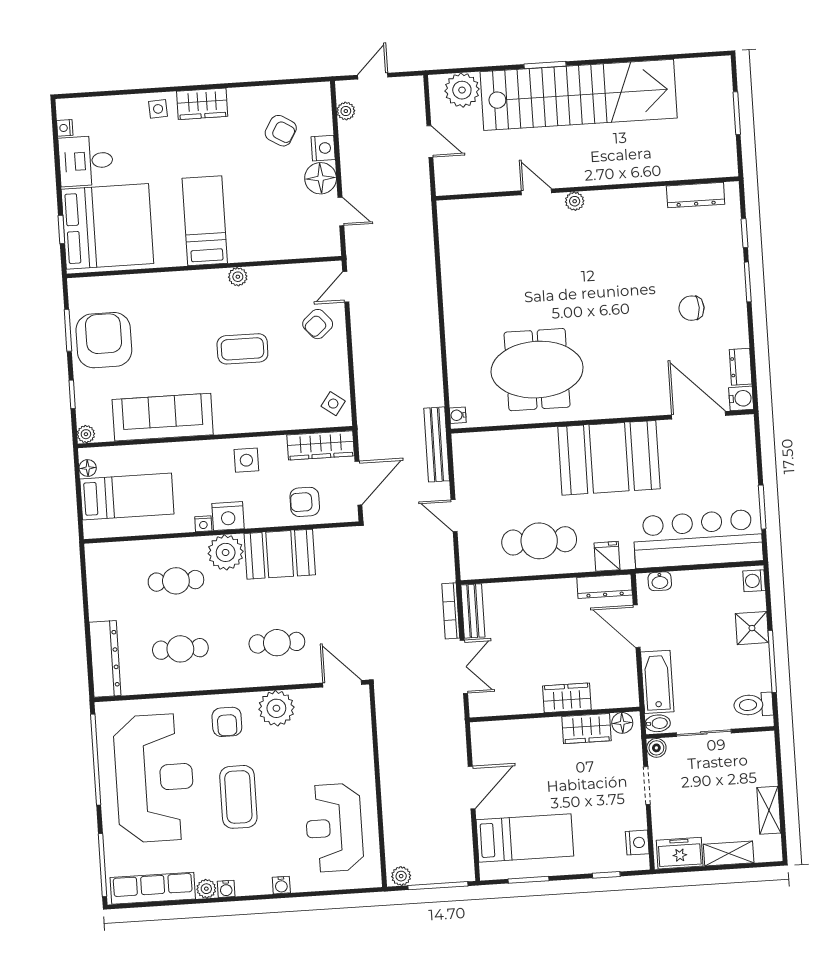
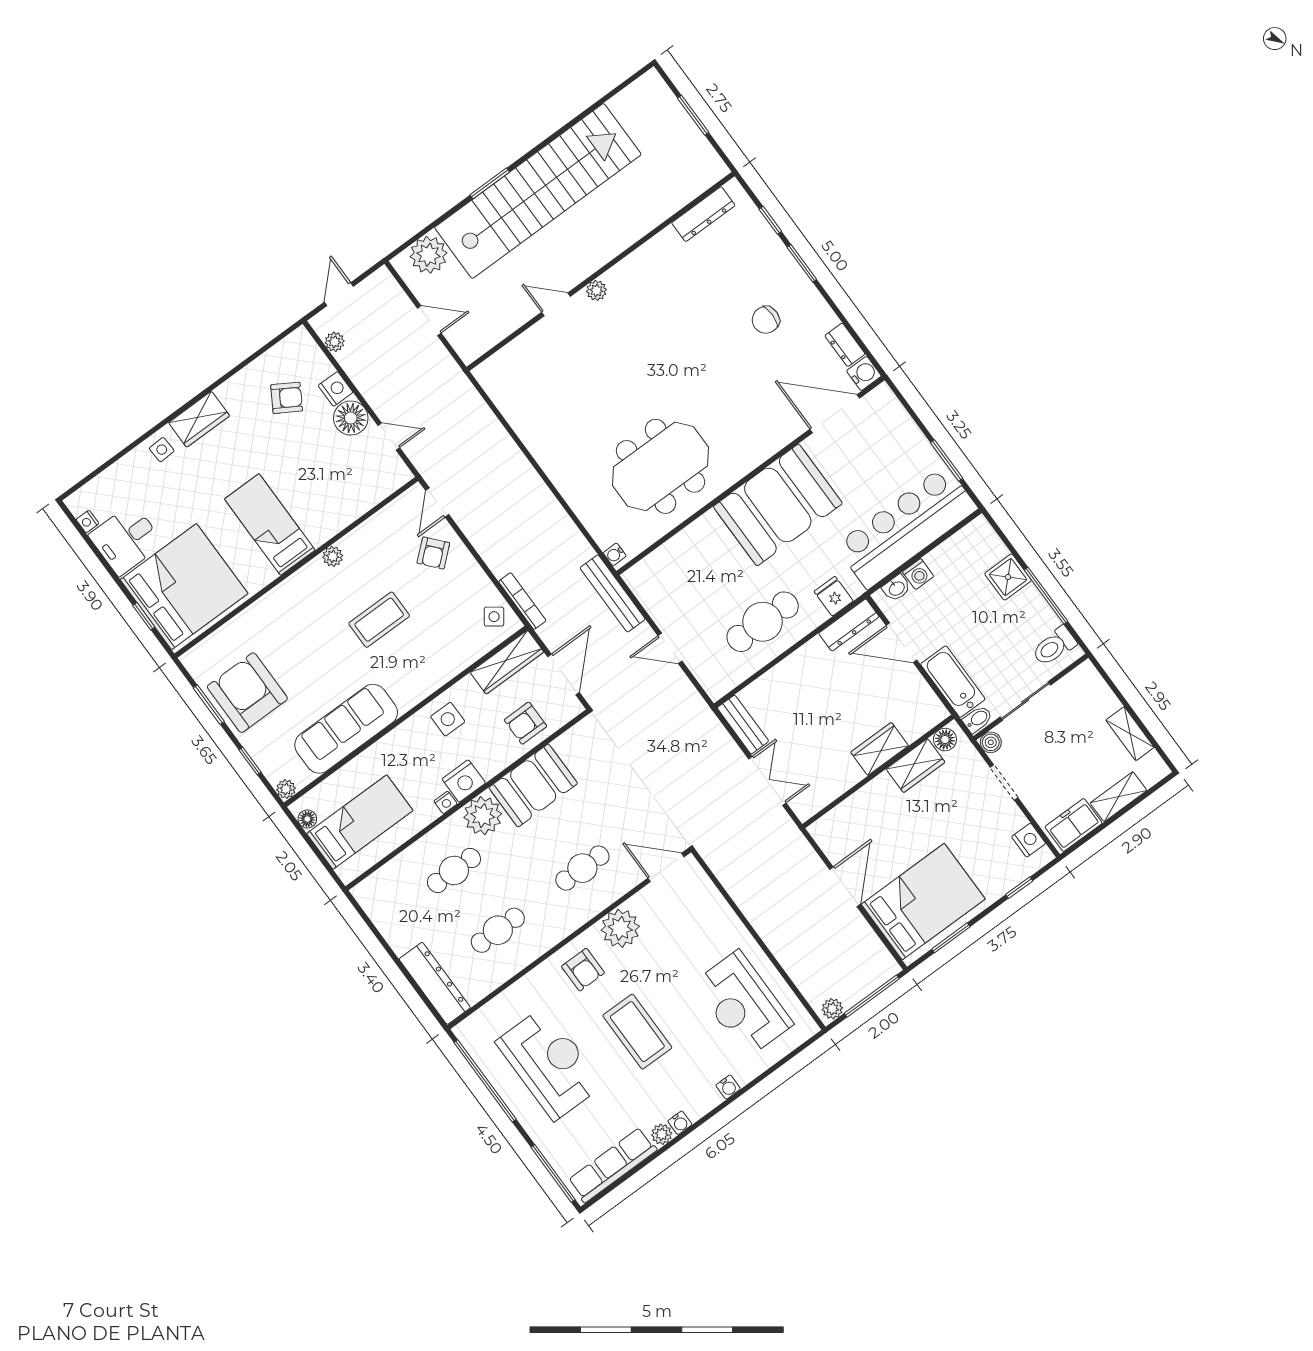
washing machine: (754, 581) -> (918, 574), moved, turned -90
bookcase: (451, 611) -> (522, 601), moved, turned 180
reception desk: (154, 778) -> (550, 1063), width x0.74, depth x0.77
bed: (525, 838) -> (923, 902), width x1.50

